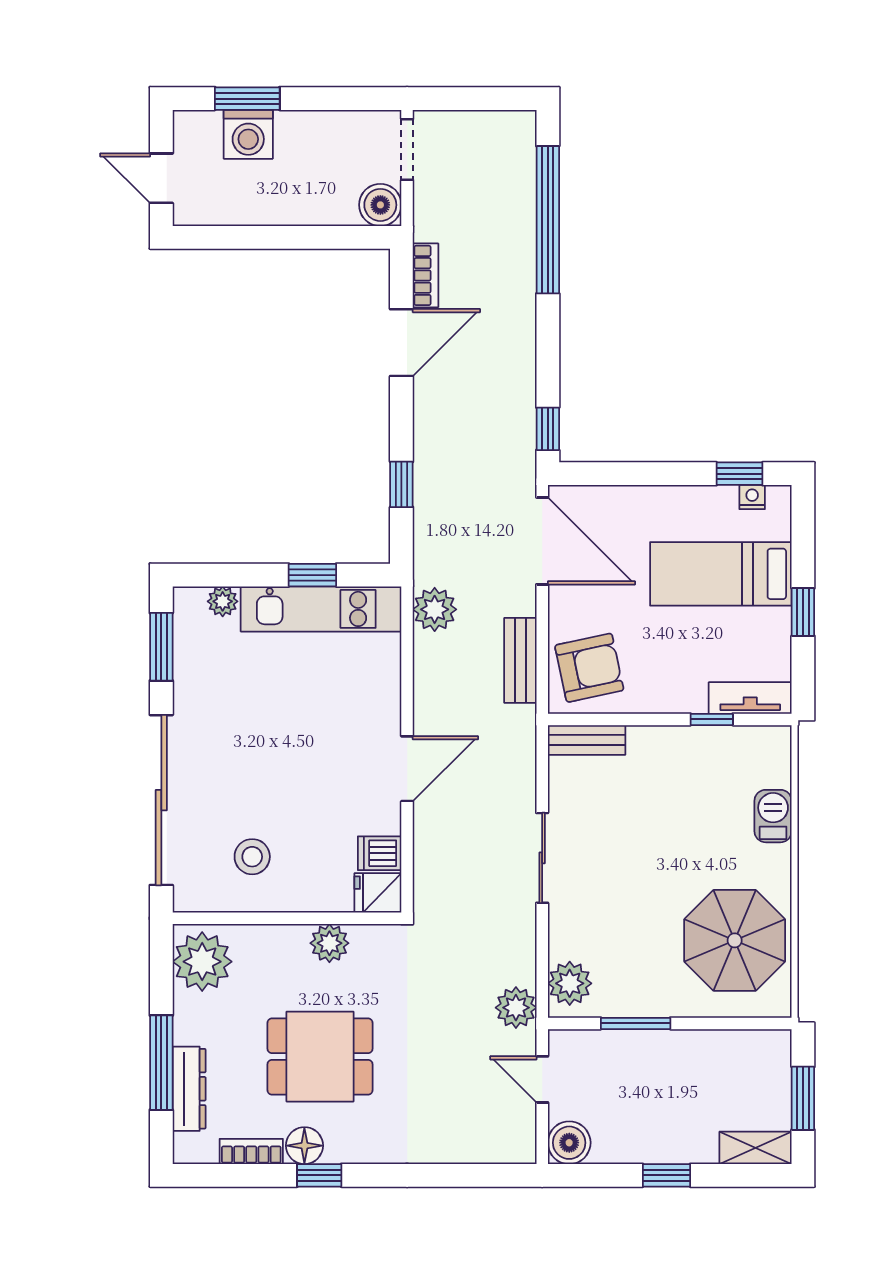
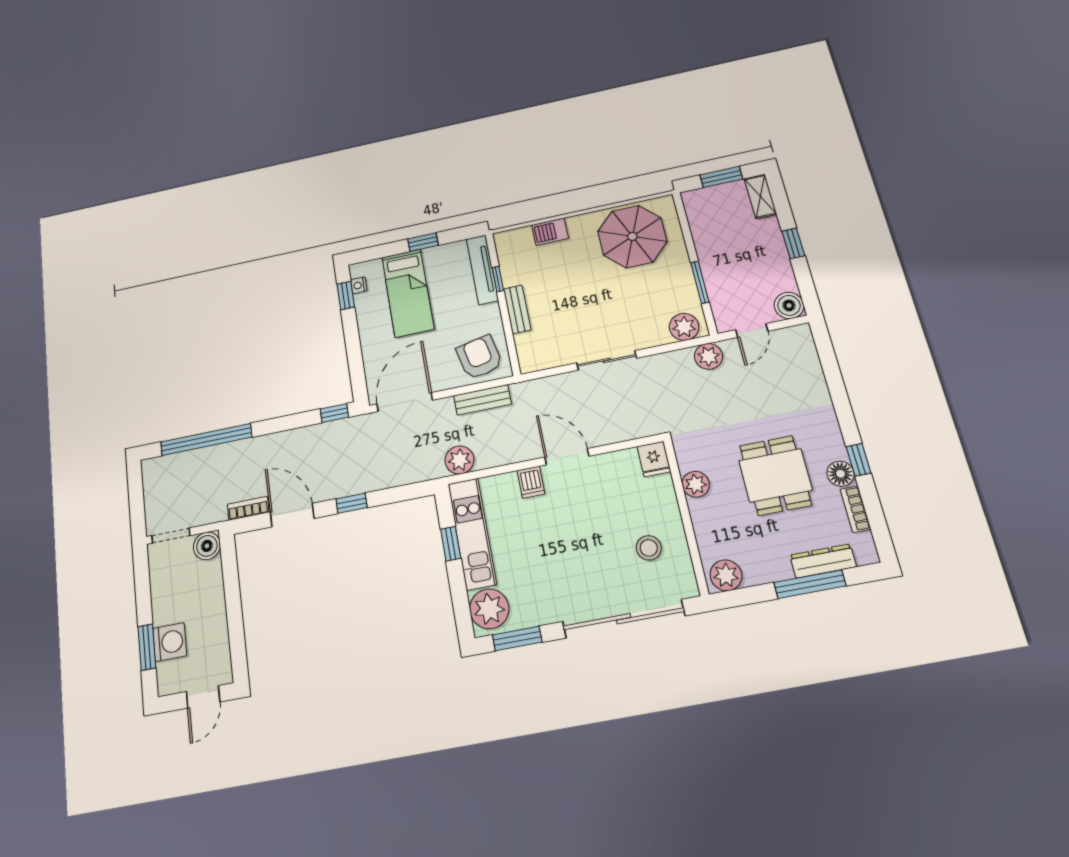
window: (401, 484) -> (351, 503), moved
plant: (223, 601) -> (489, 609), width x1.88, depth x1.88
tv unit: (750, 698) -> (482, 270), width x1.41
bench: (587, 740) -> (517, 309), moved
dishwasher: (380, 853) -> (531, 482), moved
plant: (202, 962) -> (726, 575), width x0.73, depth x0.73

